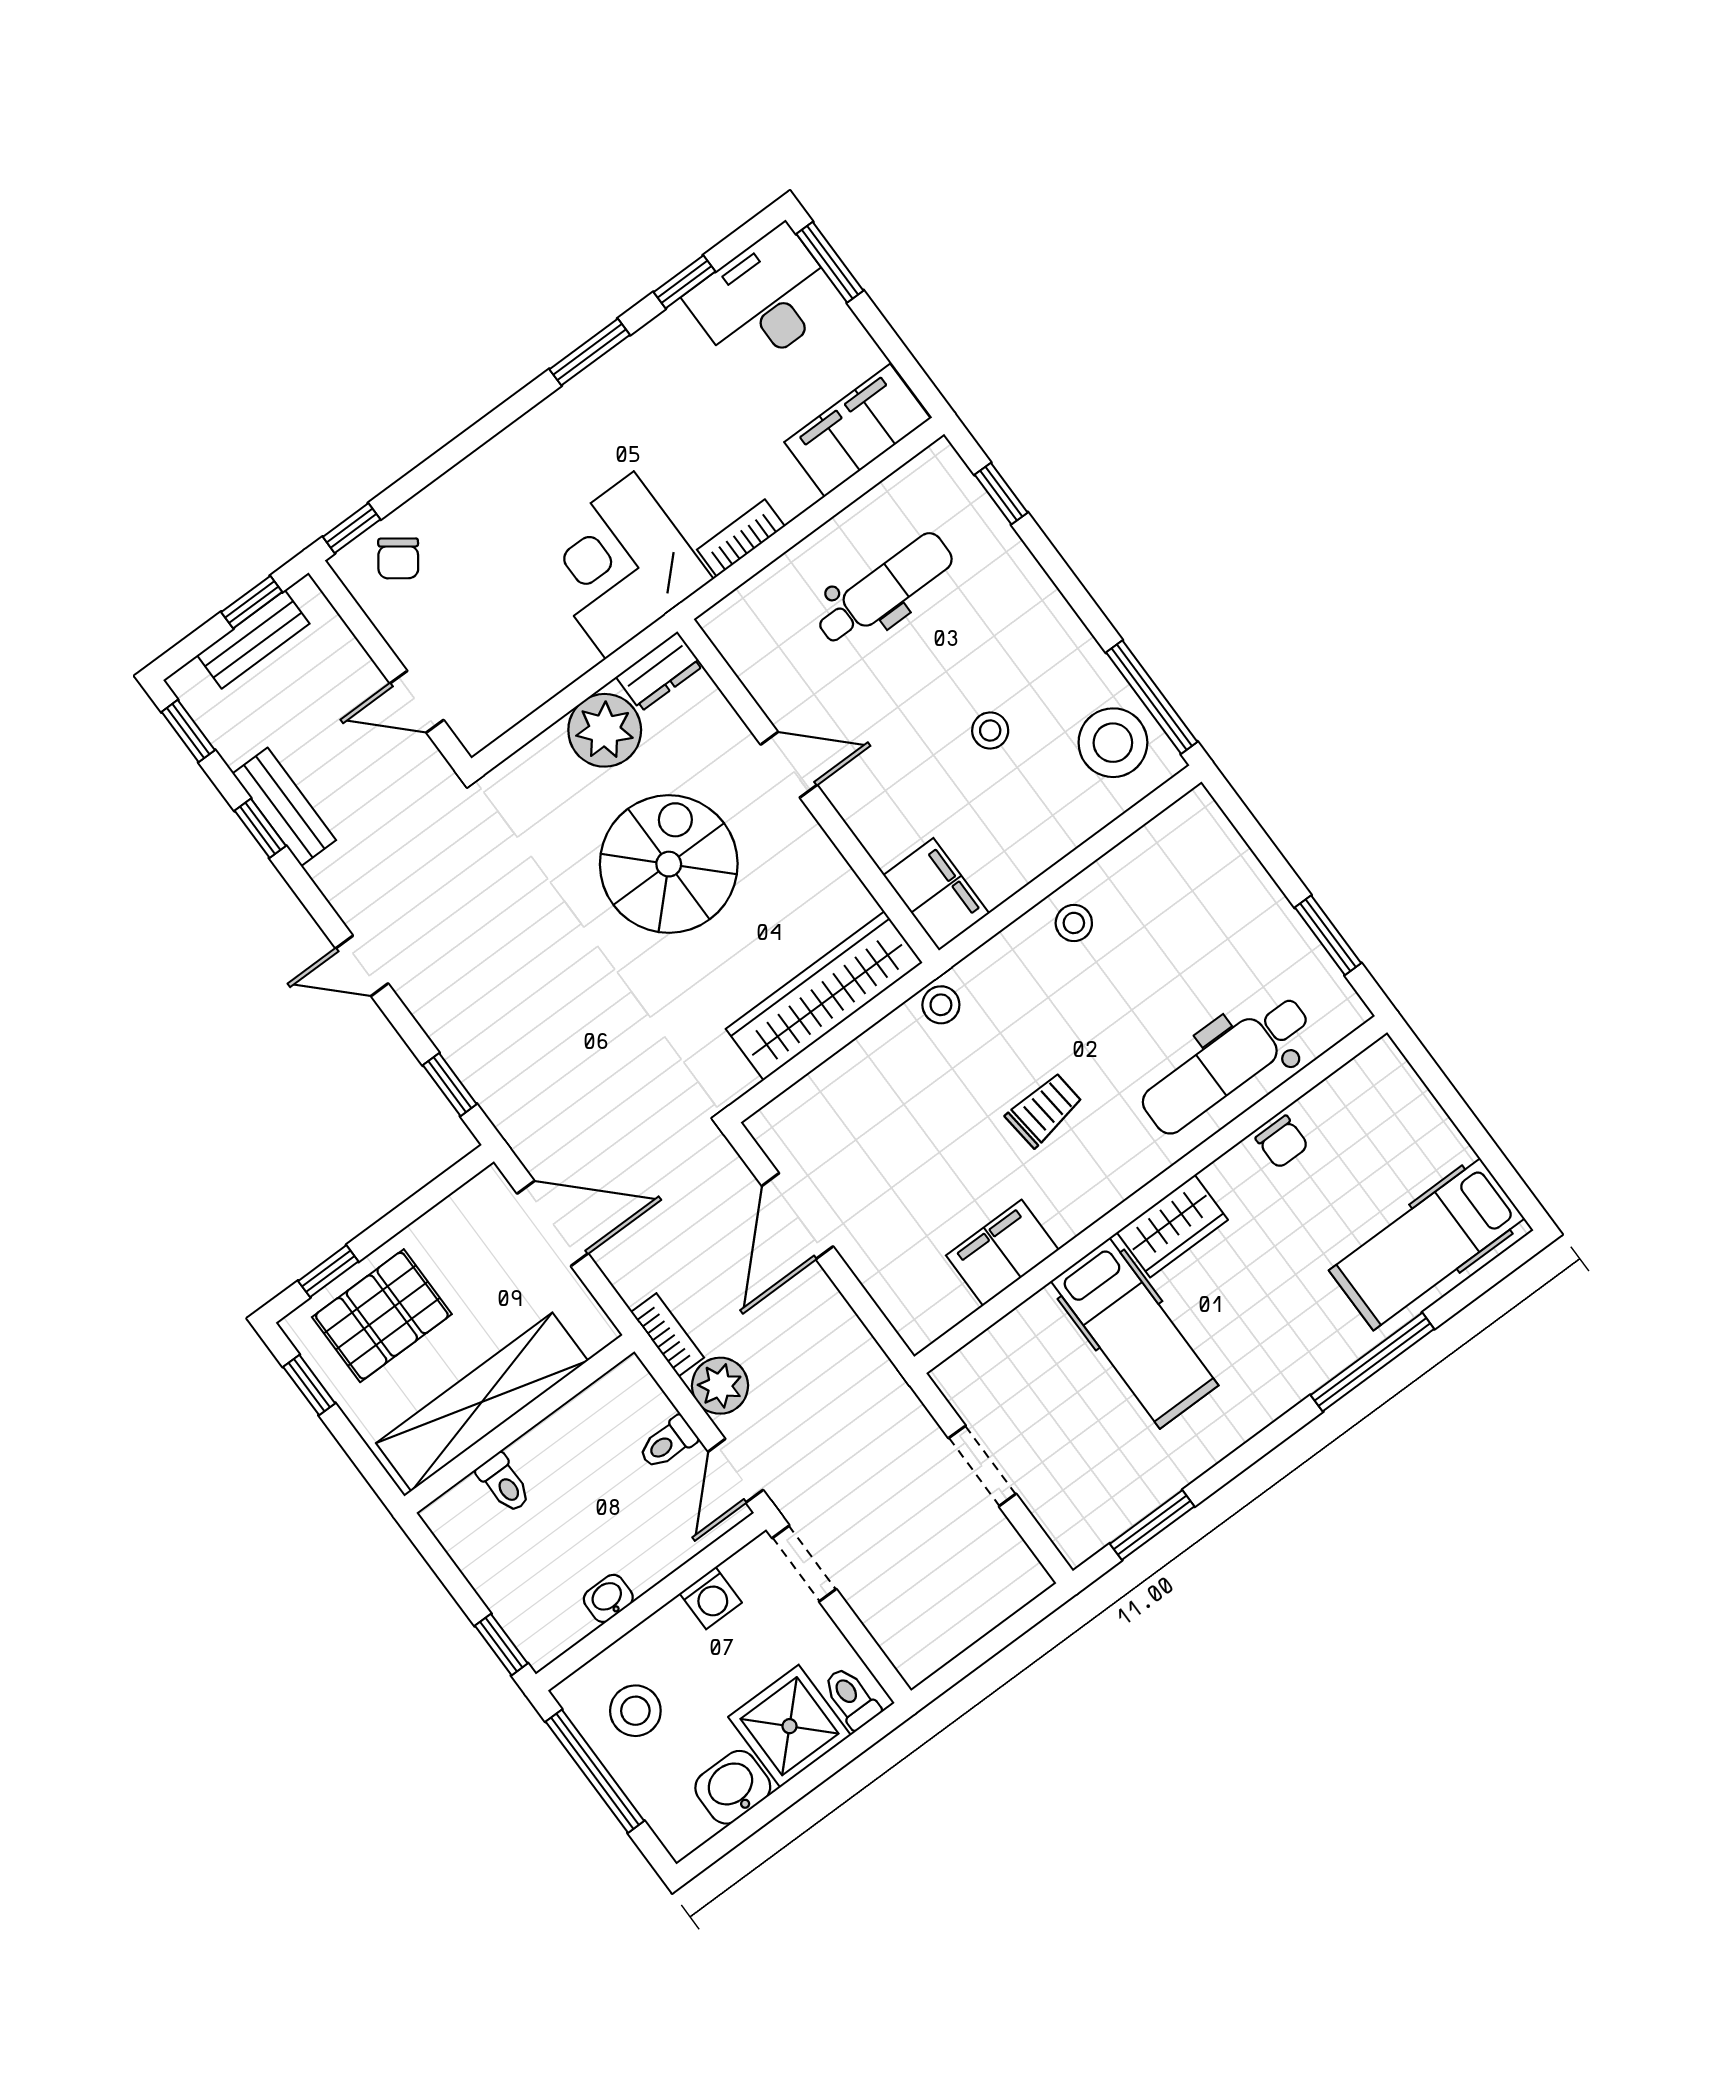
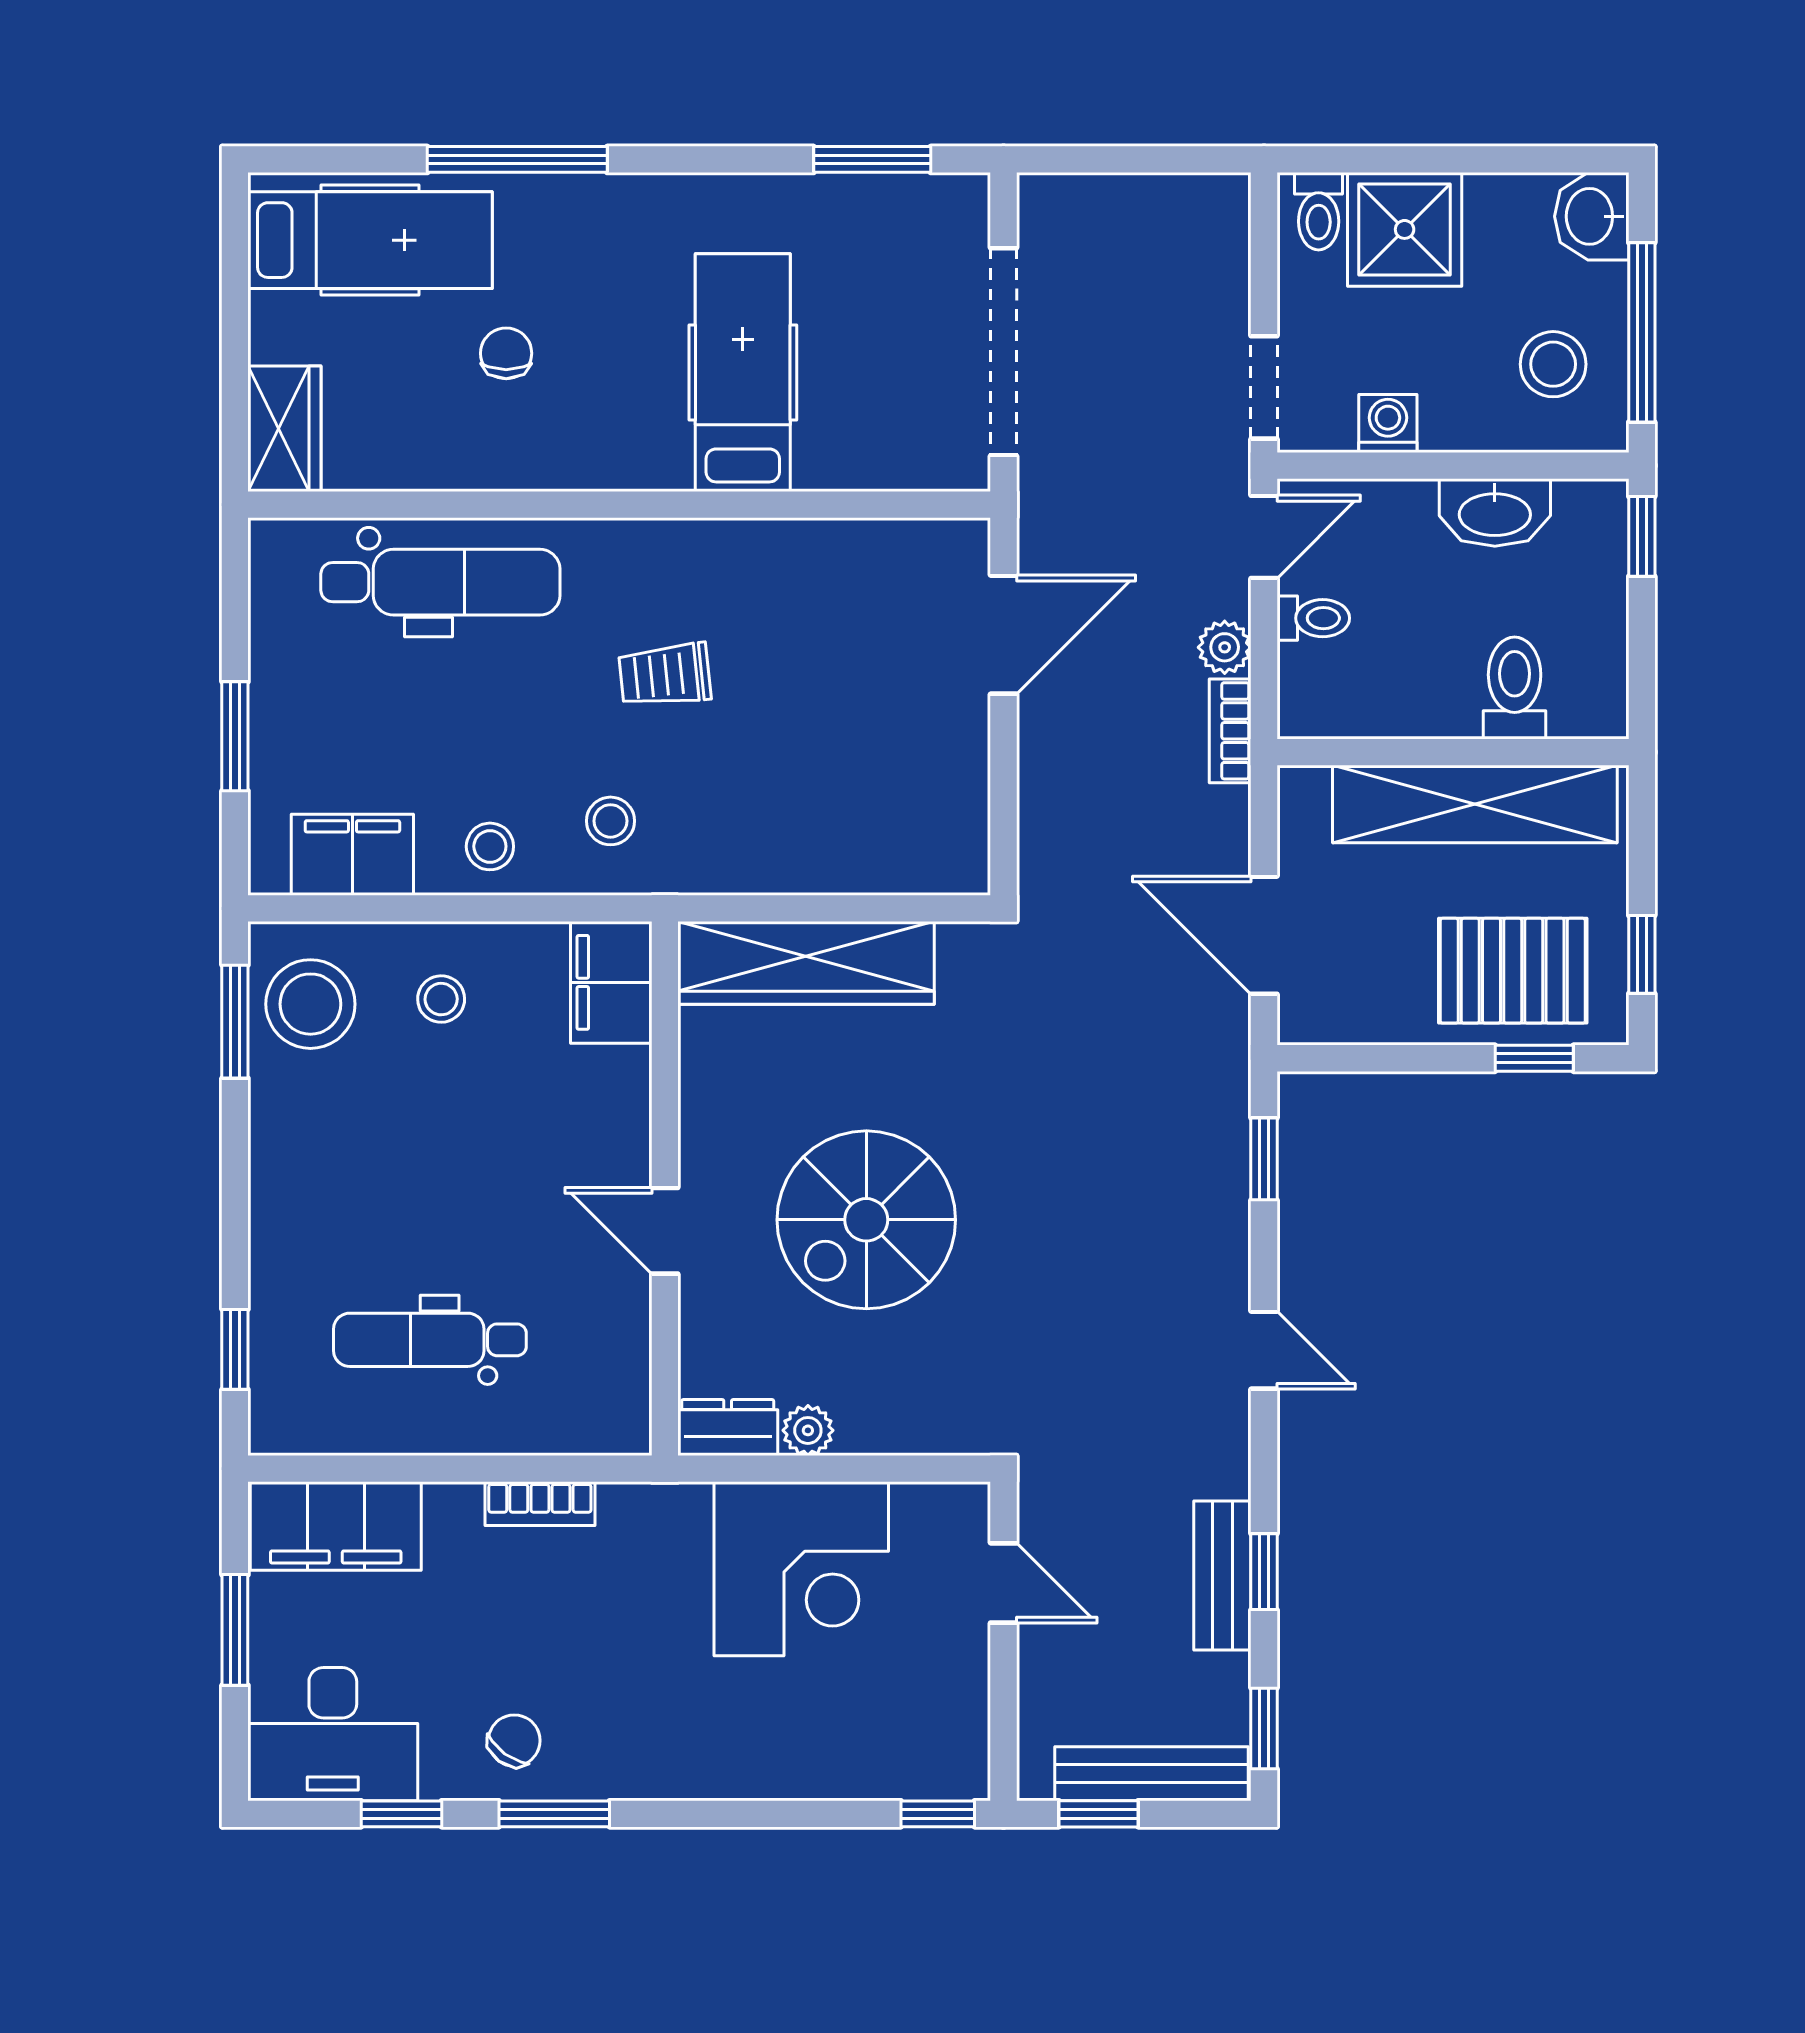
window: (830, 262) -> (235, 1630), moved
chair: (398, 558) -> (514, 1741), moved
corner desk: (620, 565) -> (801, 1569), moved
bench: (253, 639) -> (1151, 1774), width x1.36
window: (1152, 697) -> (235, 1022), width x0.69
plant: (605, 730) -> (808, 1430), width x0.53, depth x0.53
stool: (990, 730) -> (441, 999), moved
window: (1328, 935) -> (235, 736), moved
stool: (941, 1005) -> (610, 821), moved
chair: (1282, 1142) -> (506, 353), moved
door: (797, 1216) -> (1003, 635), moved
wardrobe: (1172, 1226) -> (284, 429), moved, turned 90
filing cabinet: (1002, 1253) -> (352, 855), moved, turned 180
plant: (720, 1386) -> (1225, 647), width x0.73, depth x0.73
doorway: (982, 1466) -> (1003, 352), width x1.87
toilet: (504, 1483) -> (1515, 688), width x1.37, depth x1.39
washbasin: (608, 1598) -> (1495, 513), width x1.91, depth x1.45
washbasin: (733, 1787) -> (1592, 216), moved, turned 90

